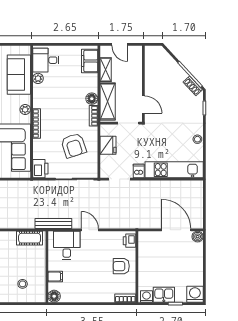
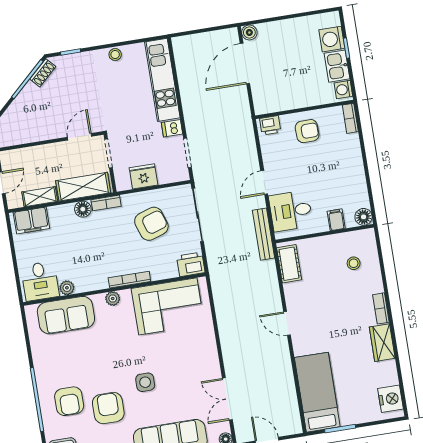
armchair: (121, 266) -> (307, 131), turned -91
washing machine: (195, 294) -> (332, 39), moved

